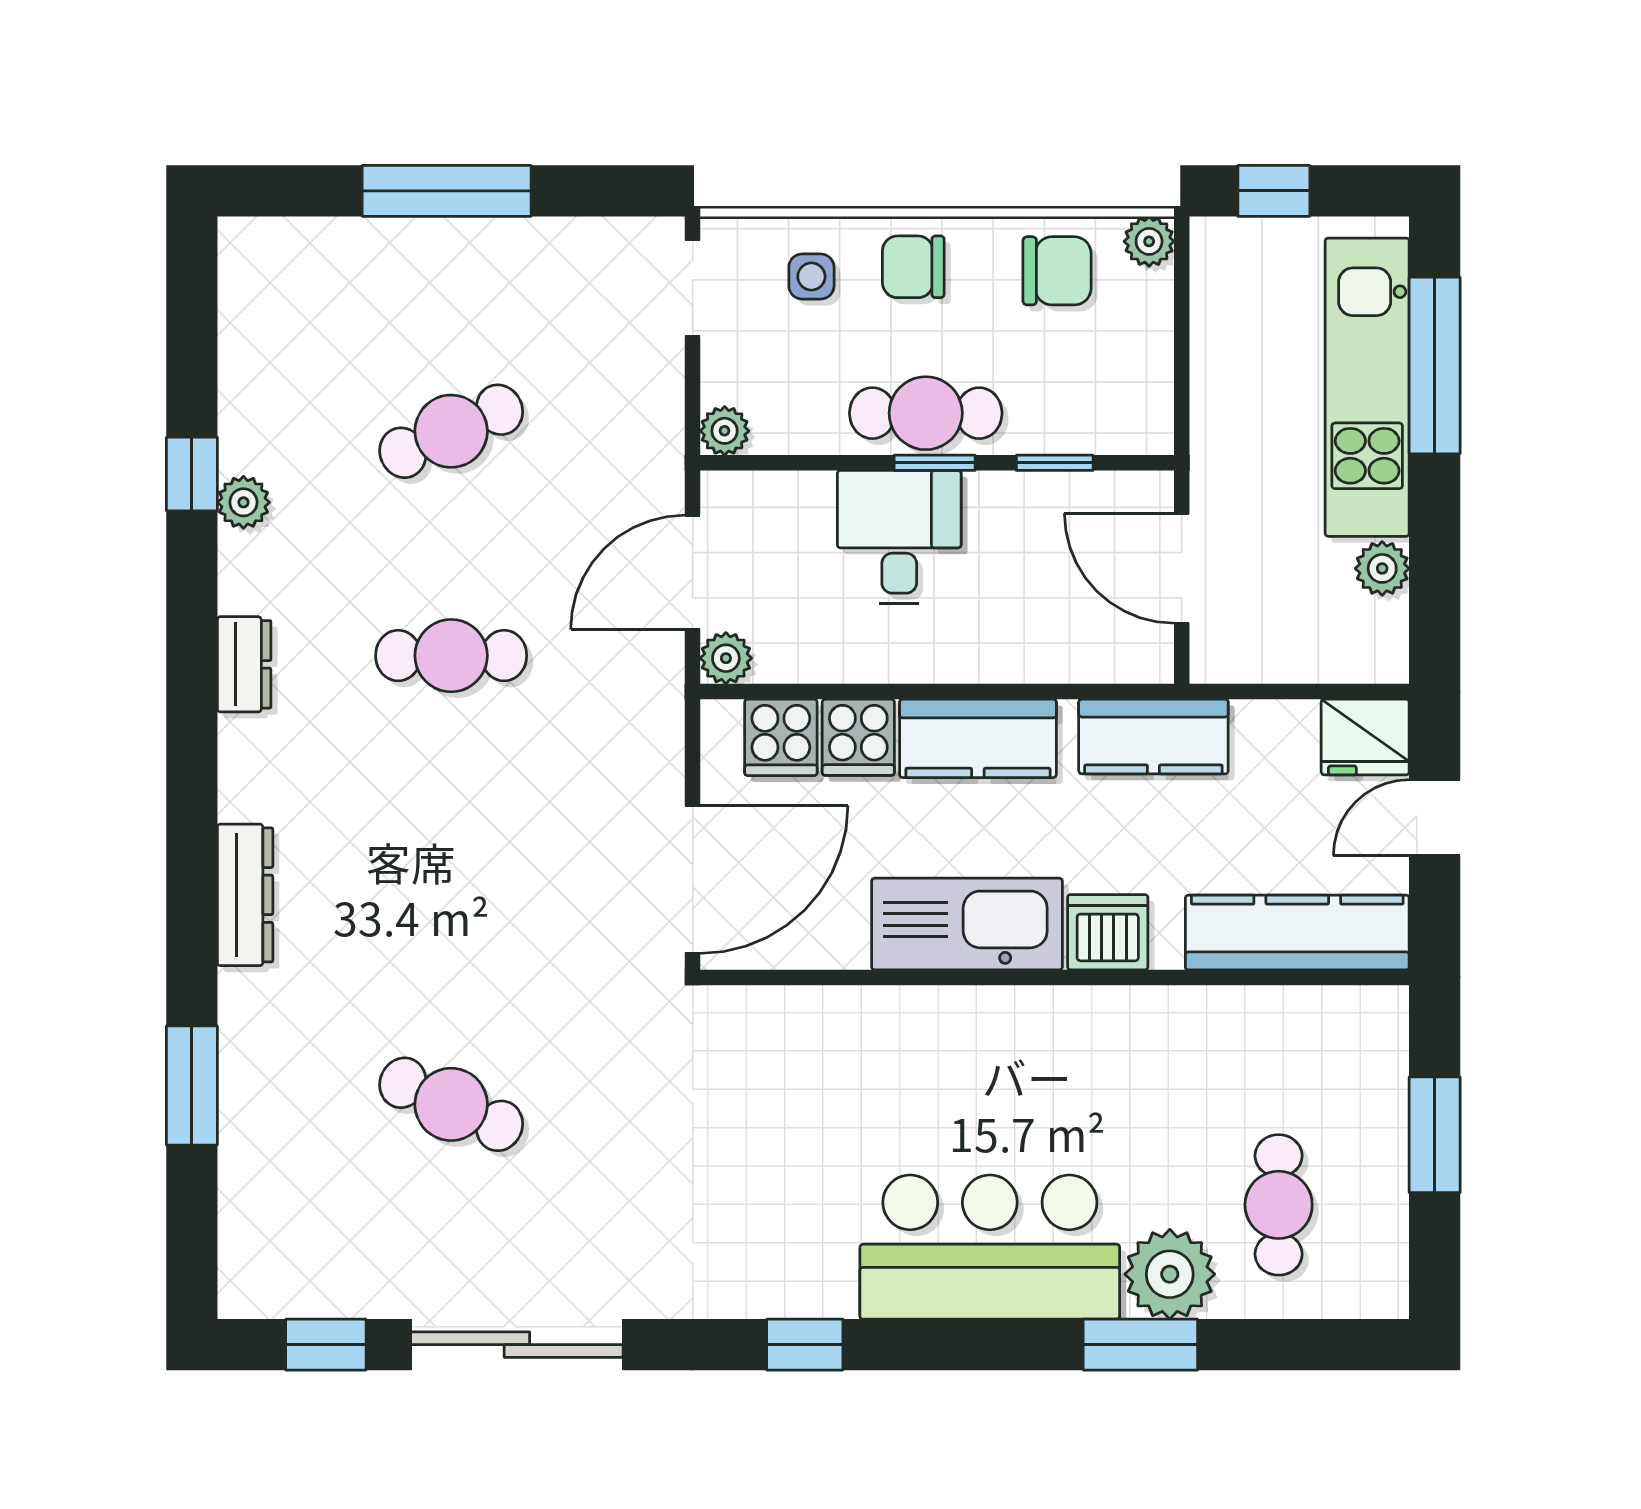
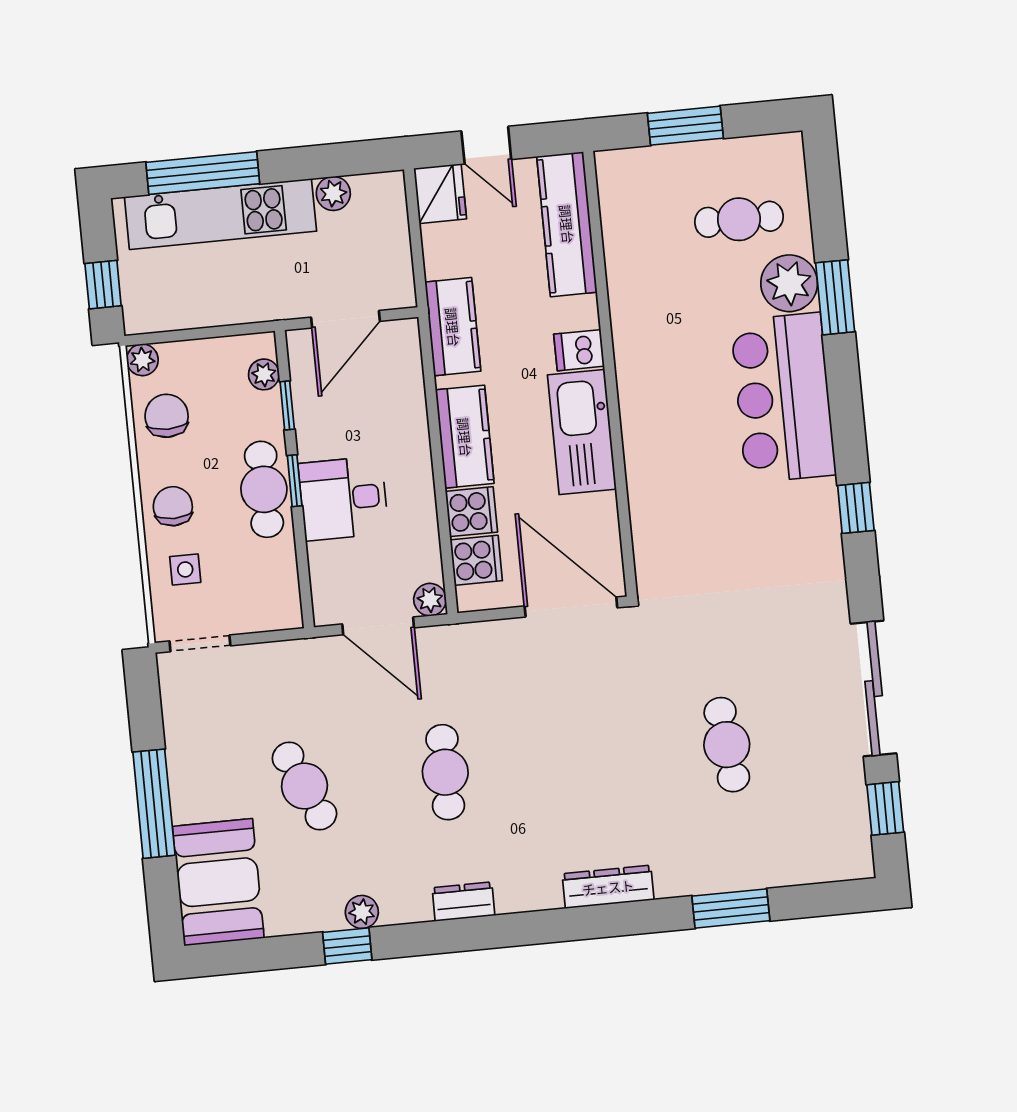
chair: (913, 267) -> (173, 506), turned 180
booth: (313, 280) -> (218, 882), added
plant: (725, 431) -> (264, 374), moved
dishwasher: (1108, 932) -> (579, 350), width x0.73
cafe table: (451, 1104) -> (727, 745), turned -30

